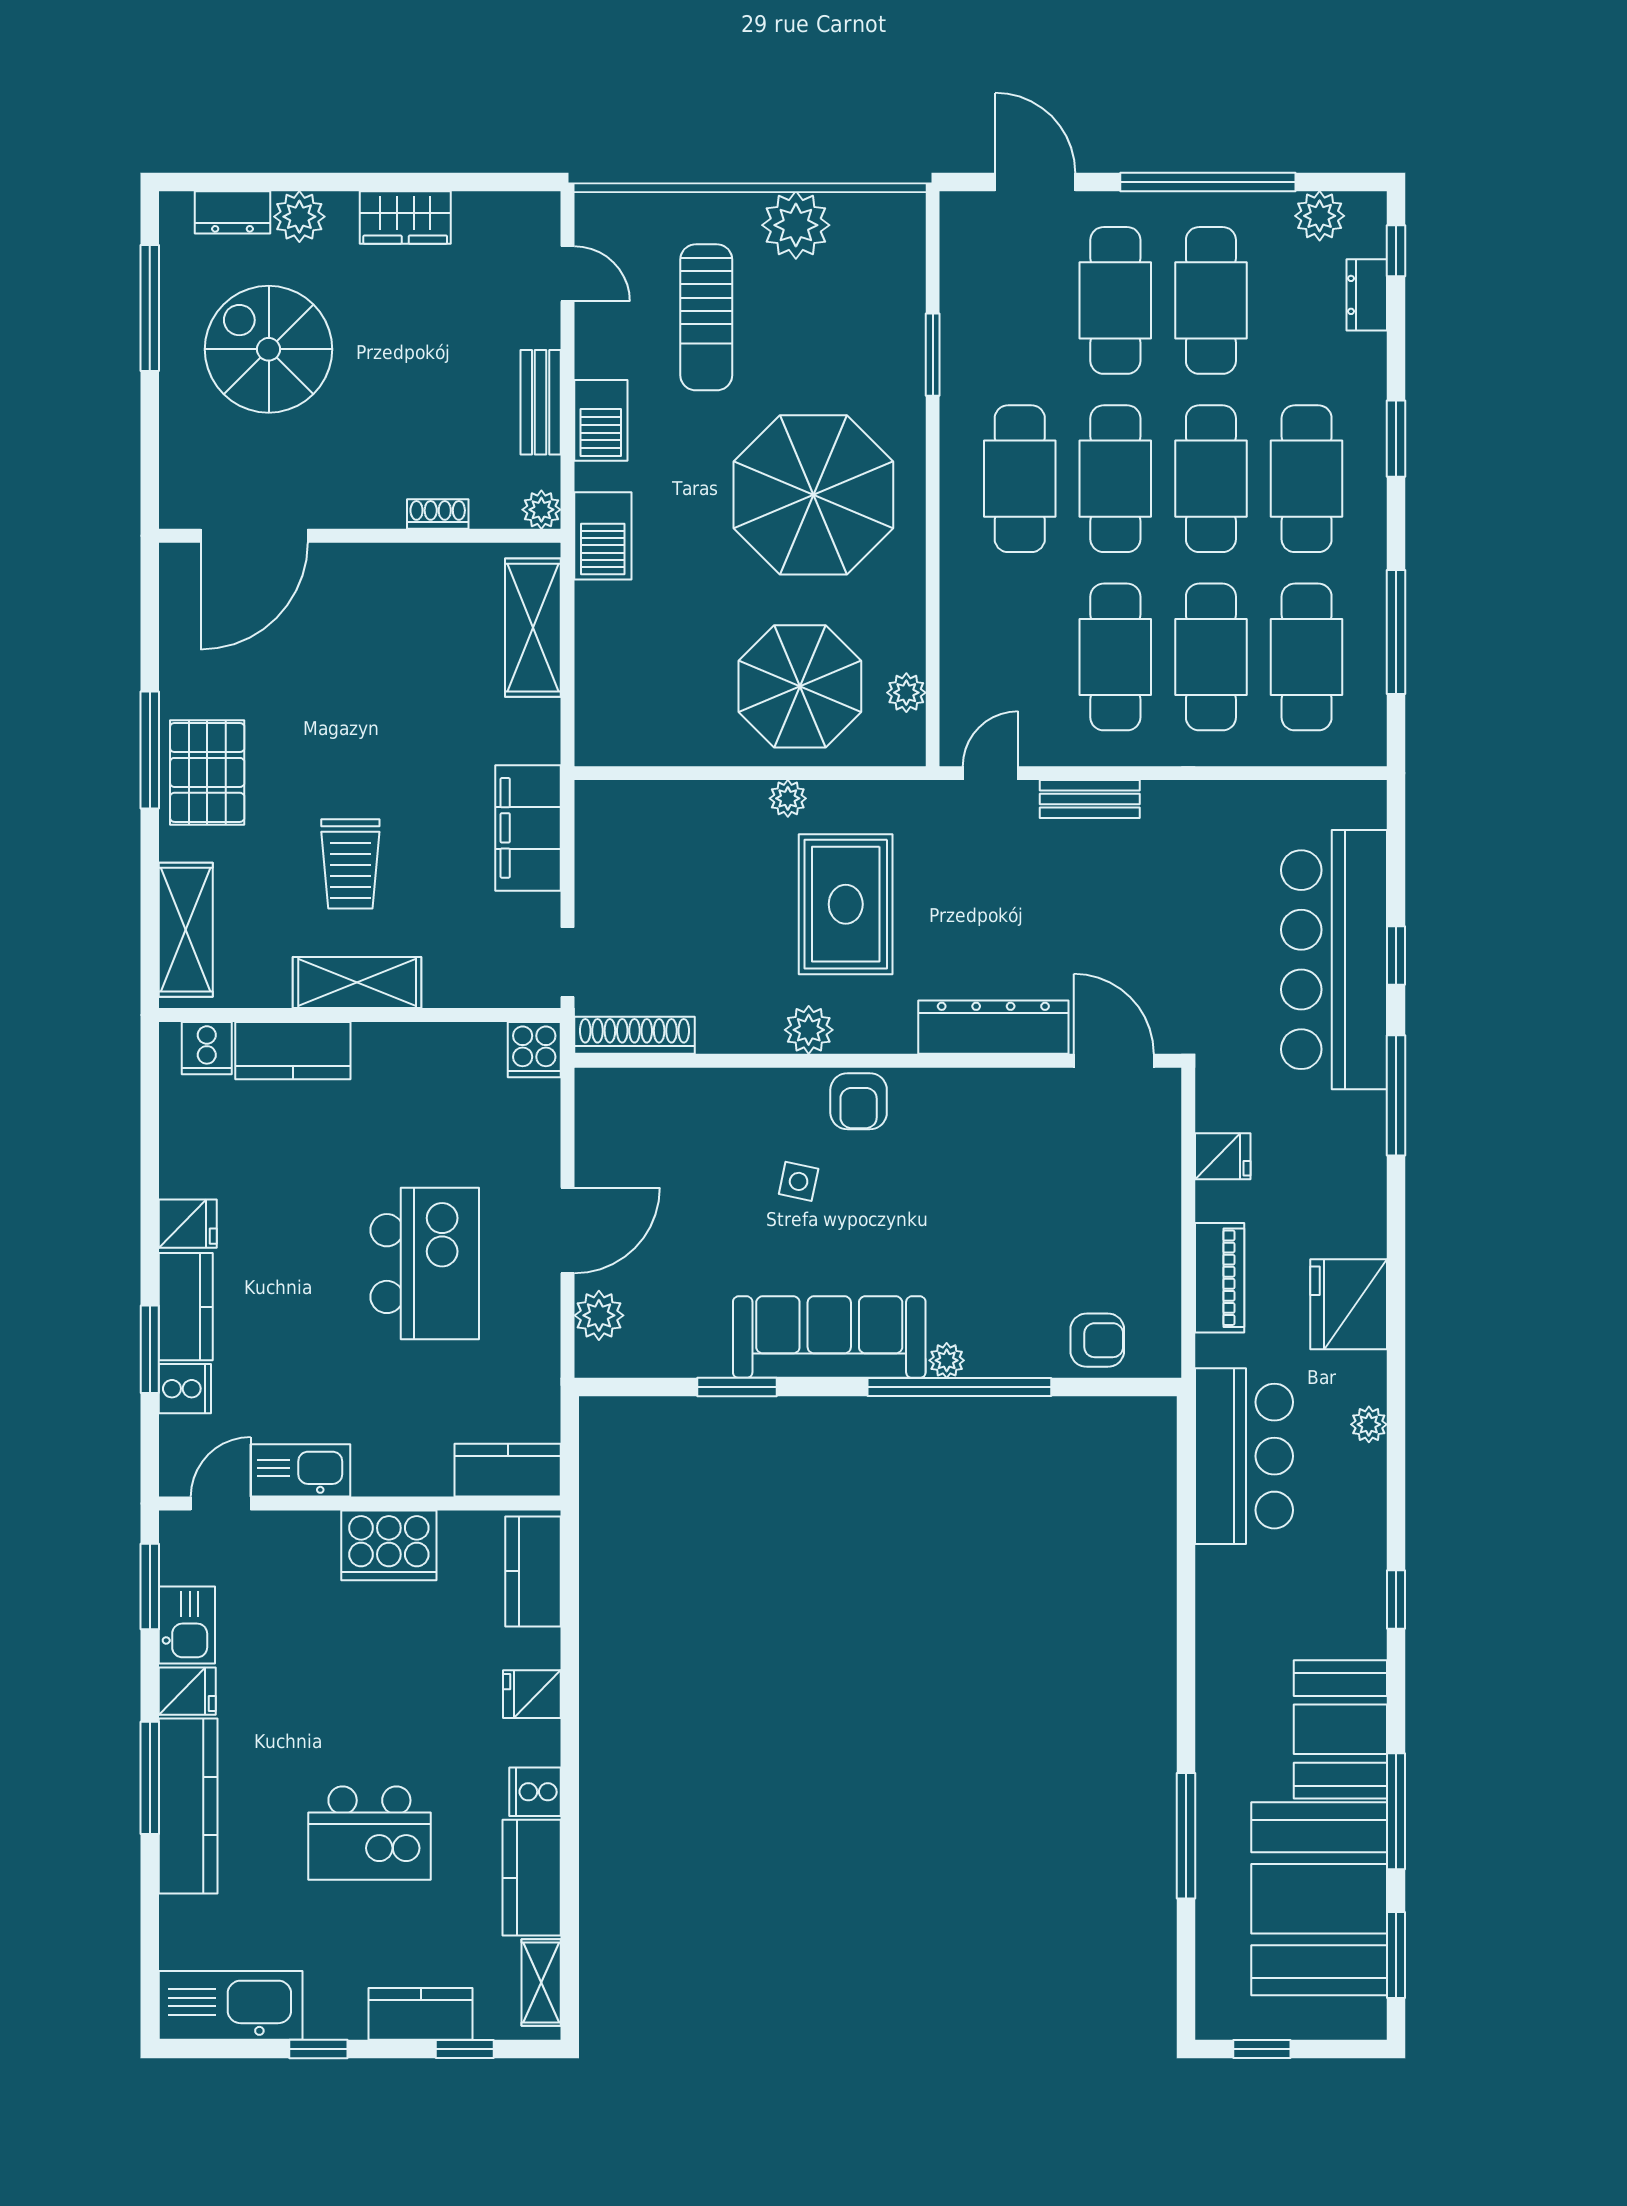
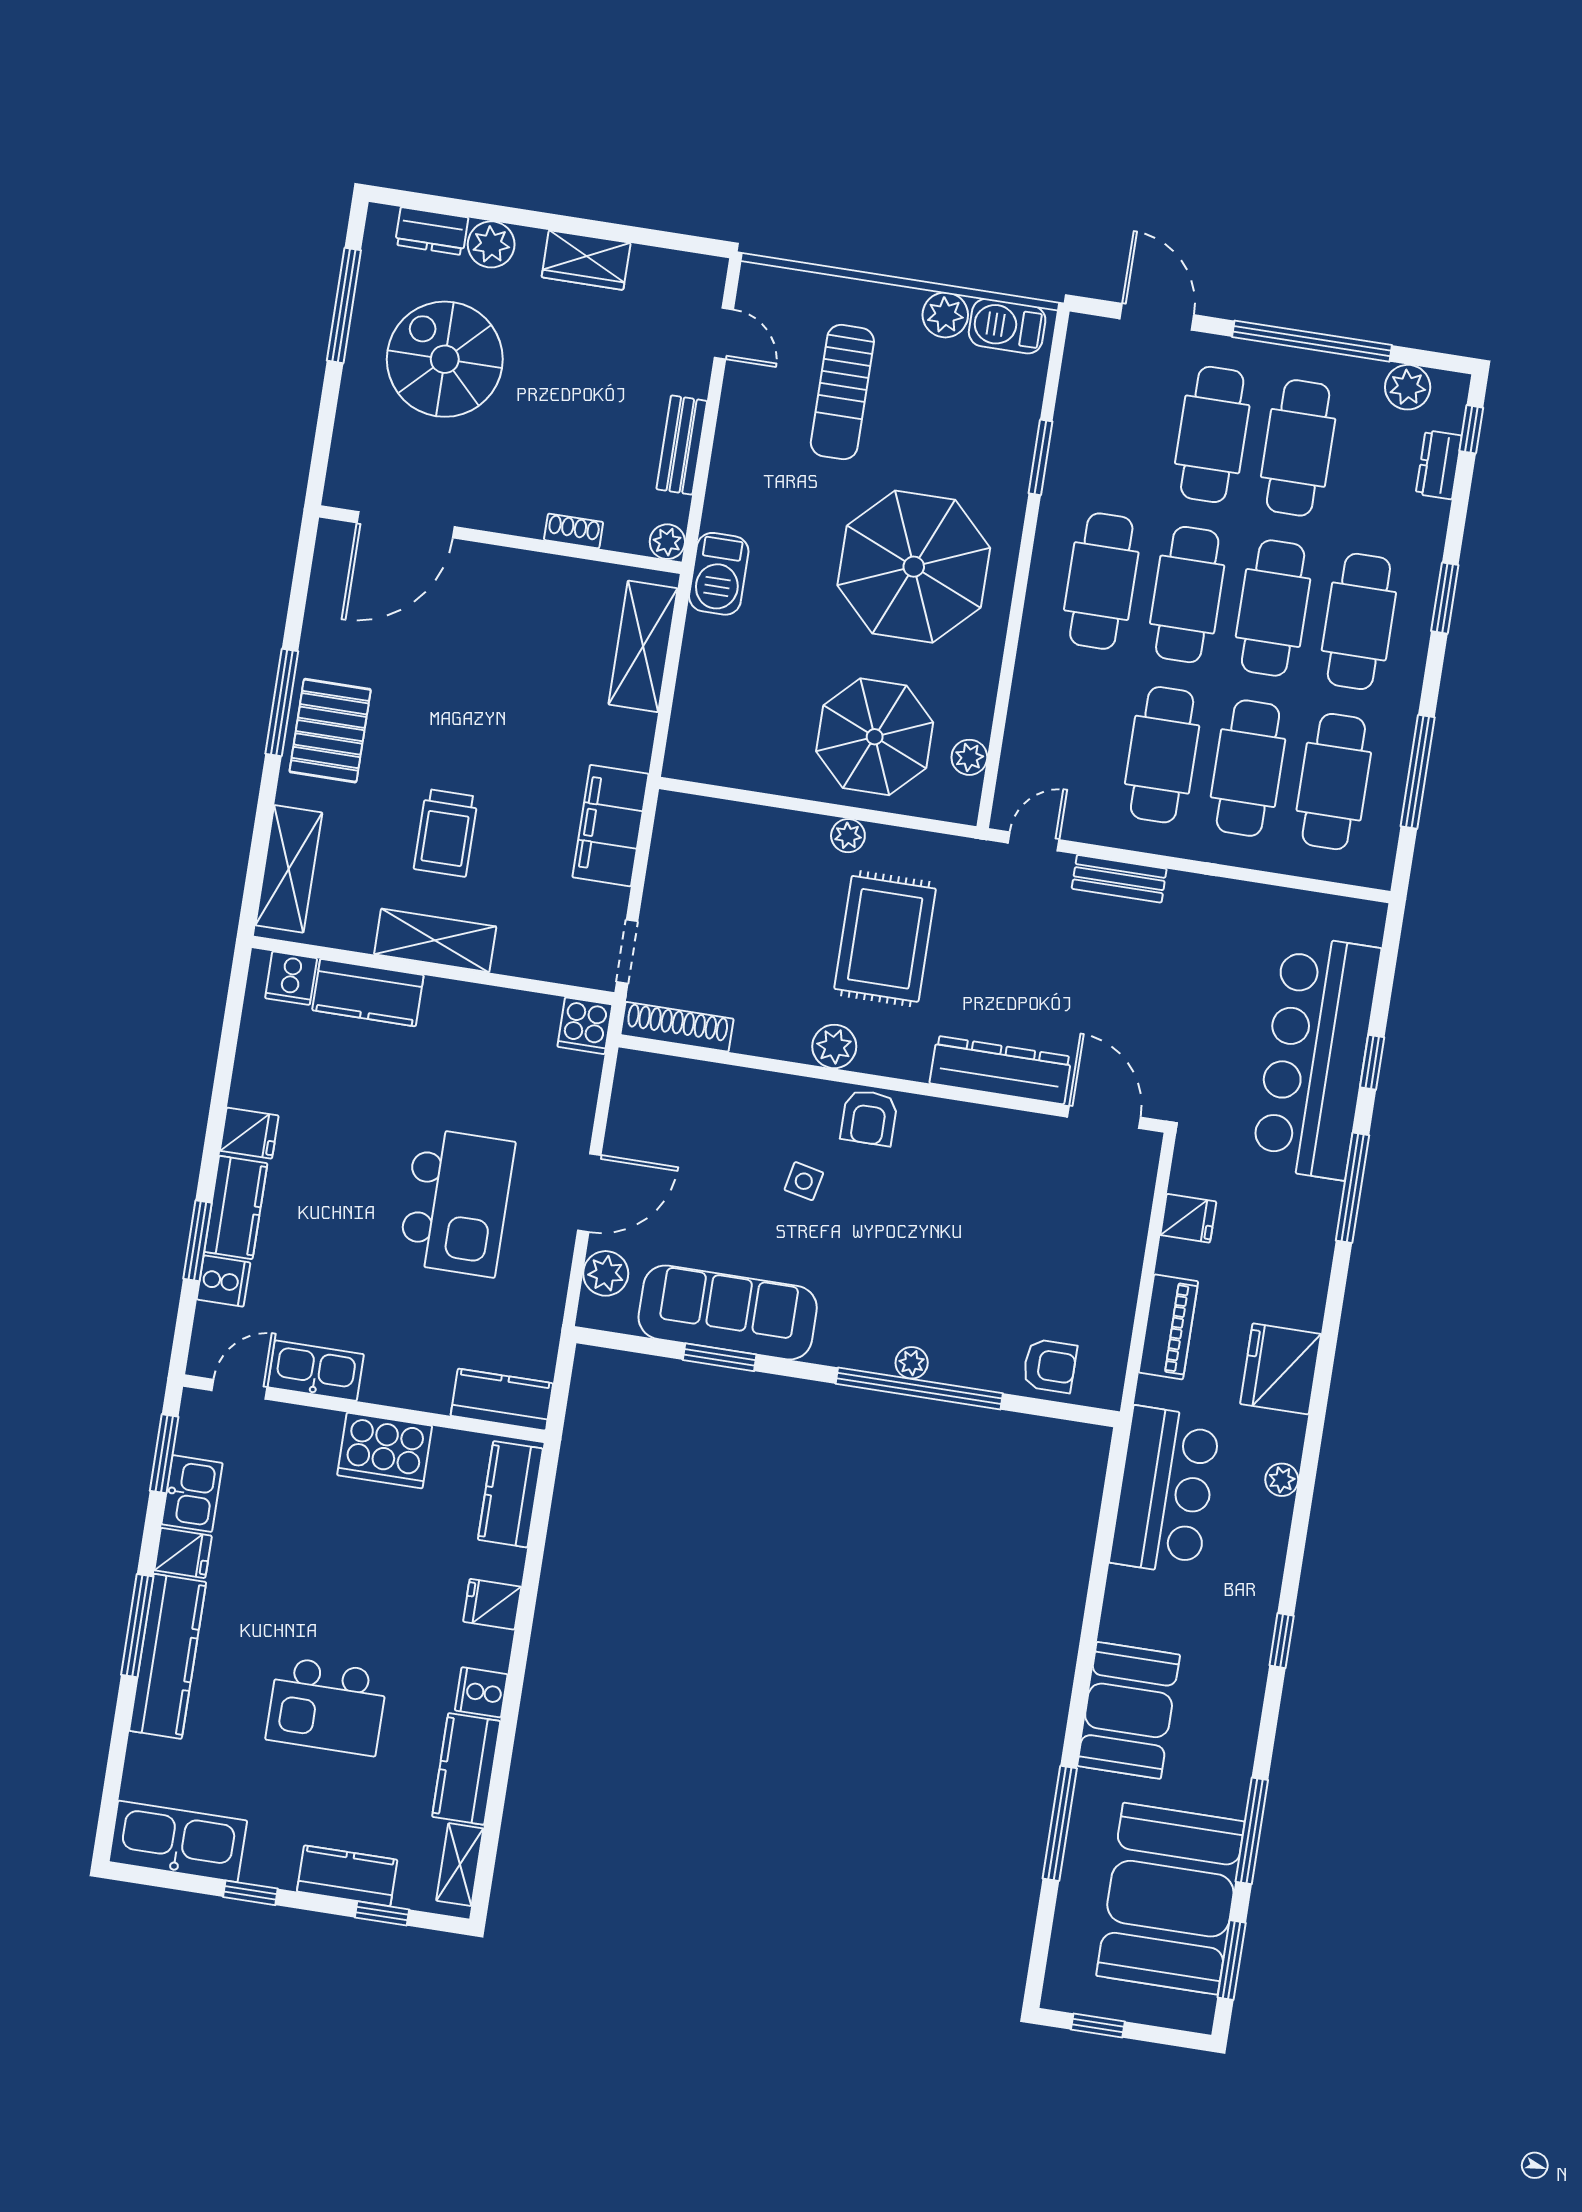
plant: (796, 225) -> (945, 315), width x0.73, depth x0.73
barbecue: (601, 420) -> (1007, 326), moved, turned 90
sofa: (829, 1337) -> (728, 1312), moved
booth: (1340, 1729) -> (1129, 1710), moved

